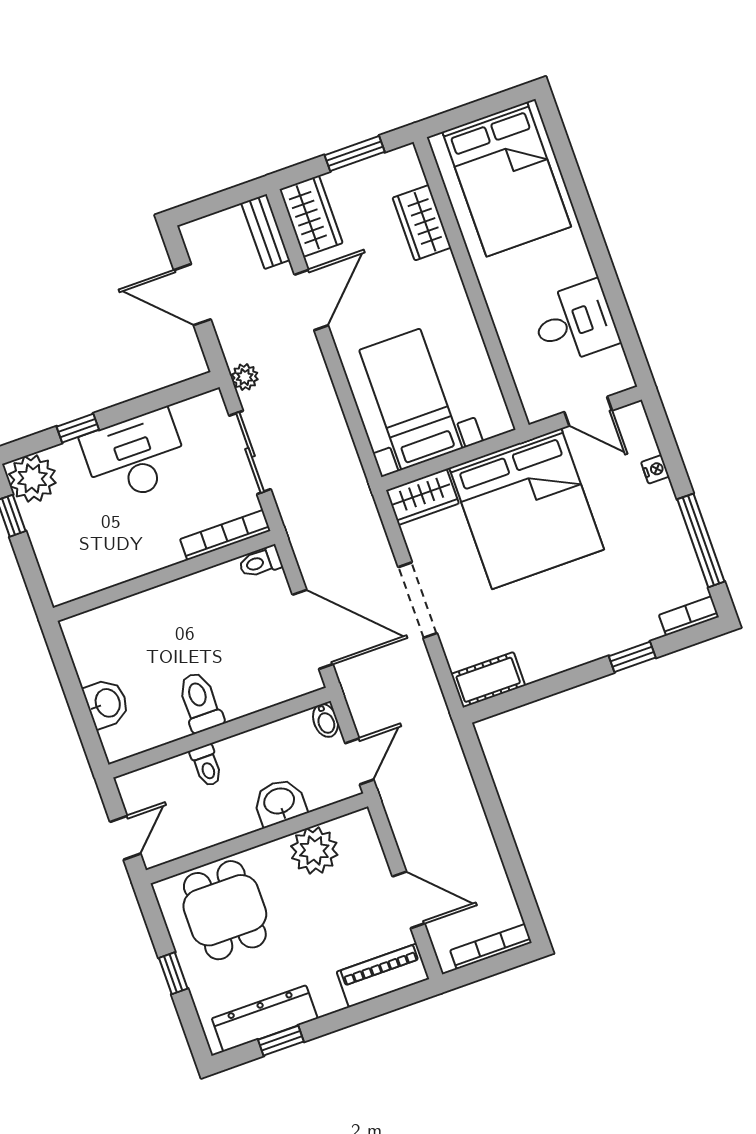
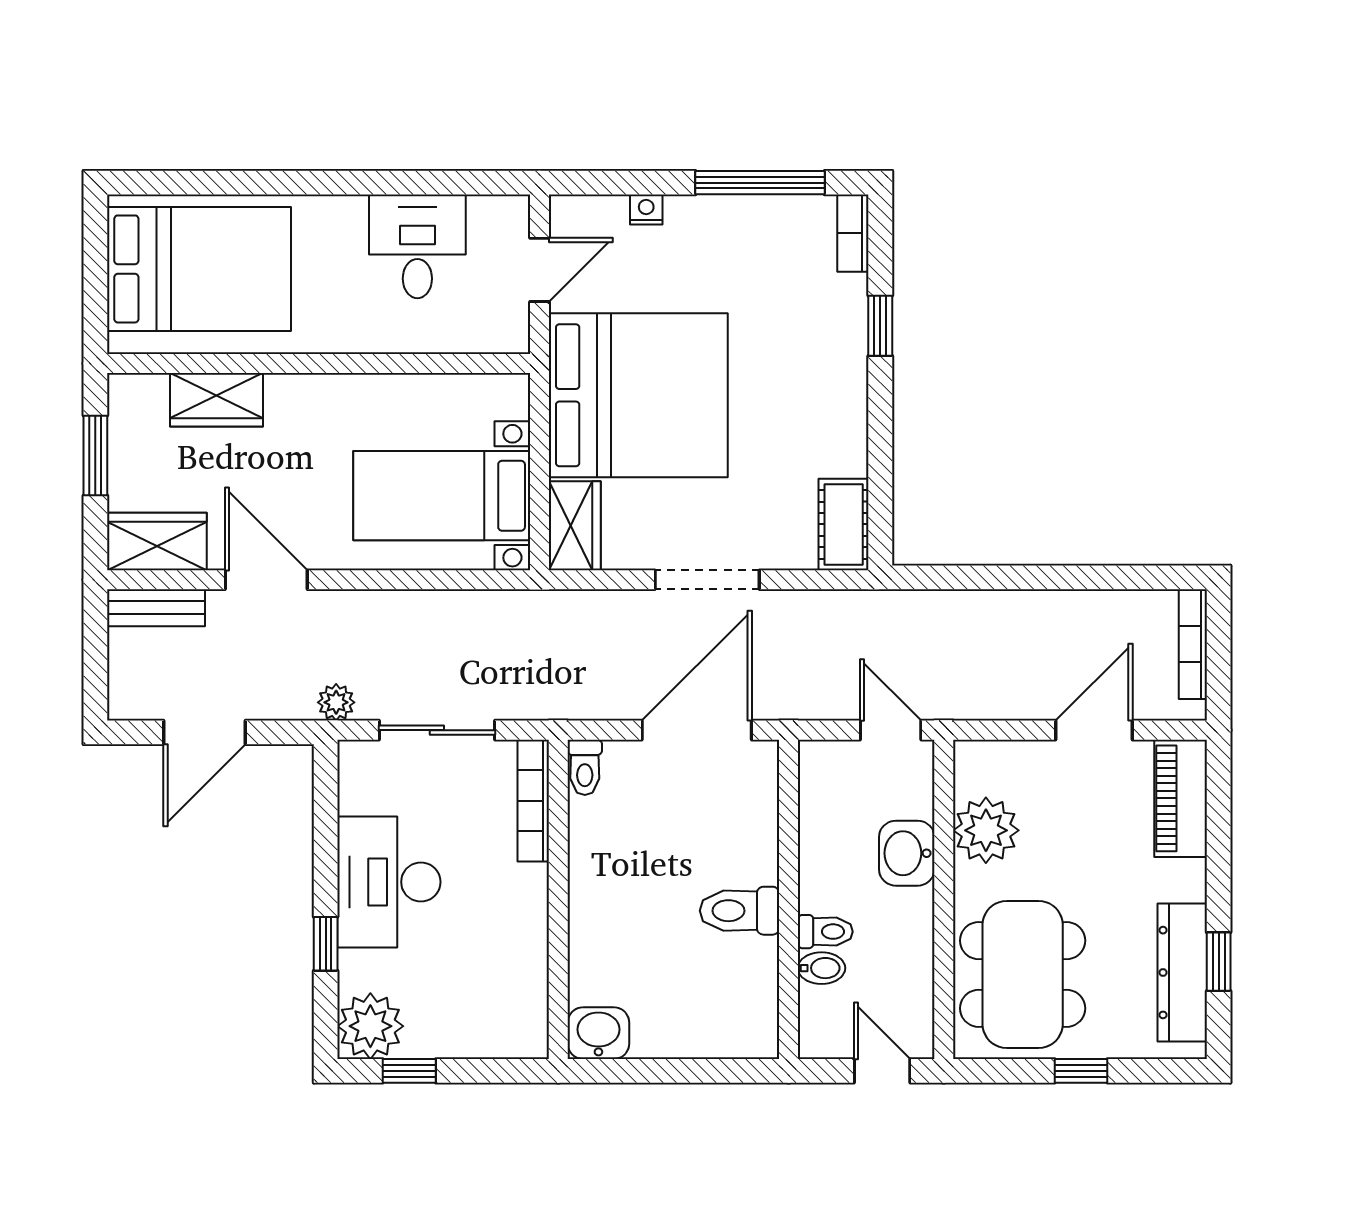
washbasin: (107, 703) -> (598, 1033), moved
bidet: (325, 720) -> (822, 968), moved
dining table: (225, 910) -> (1023, 974), width x1.38

